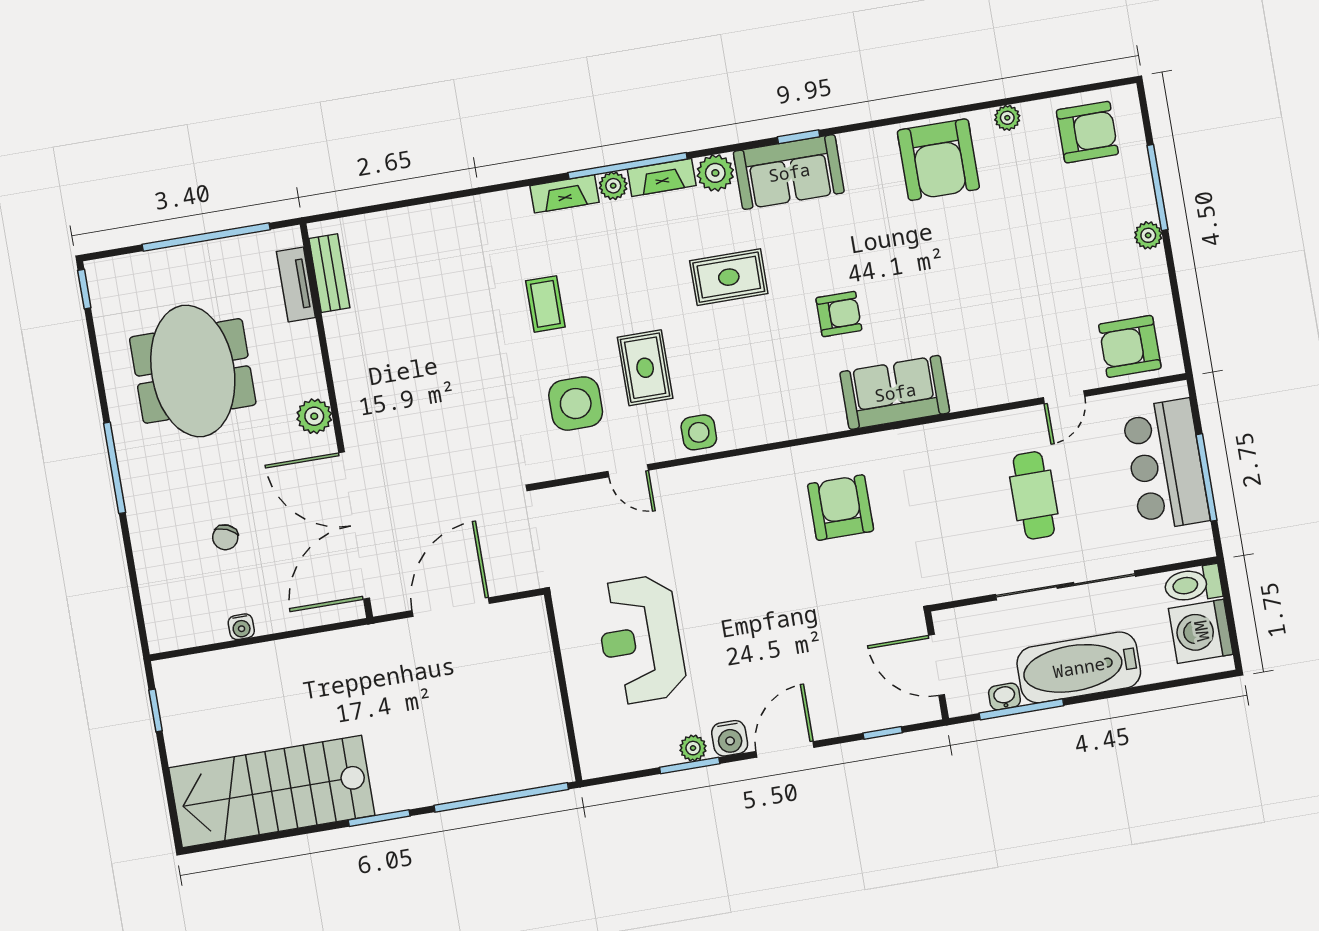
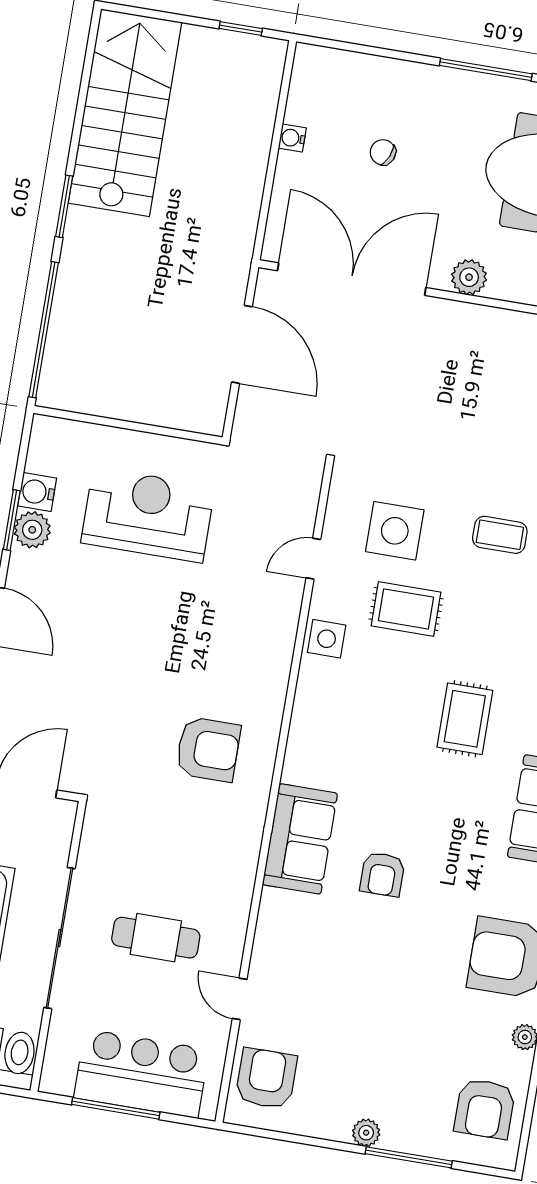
armchair: (839, 314) -> (382, 874), moved
water cooler: (730, 738) -> (37, 492), moved
plant: (693, 748) -> (32, 530), width x1.38, depth x1.38

